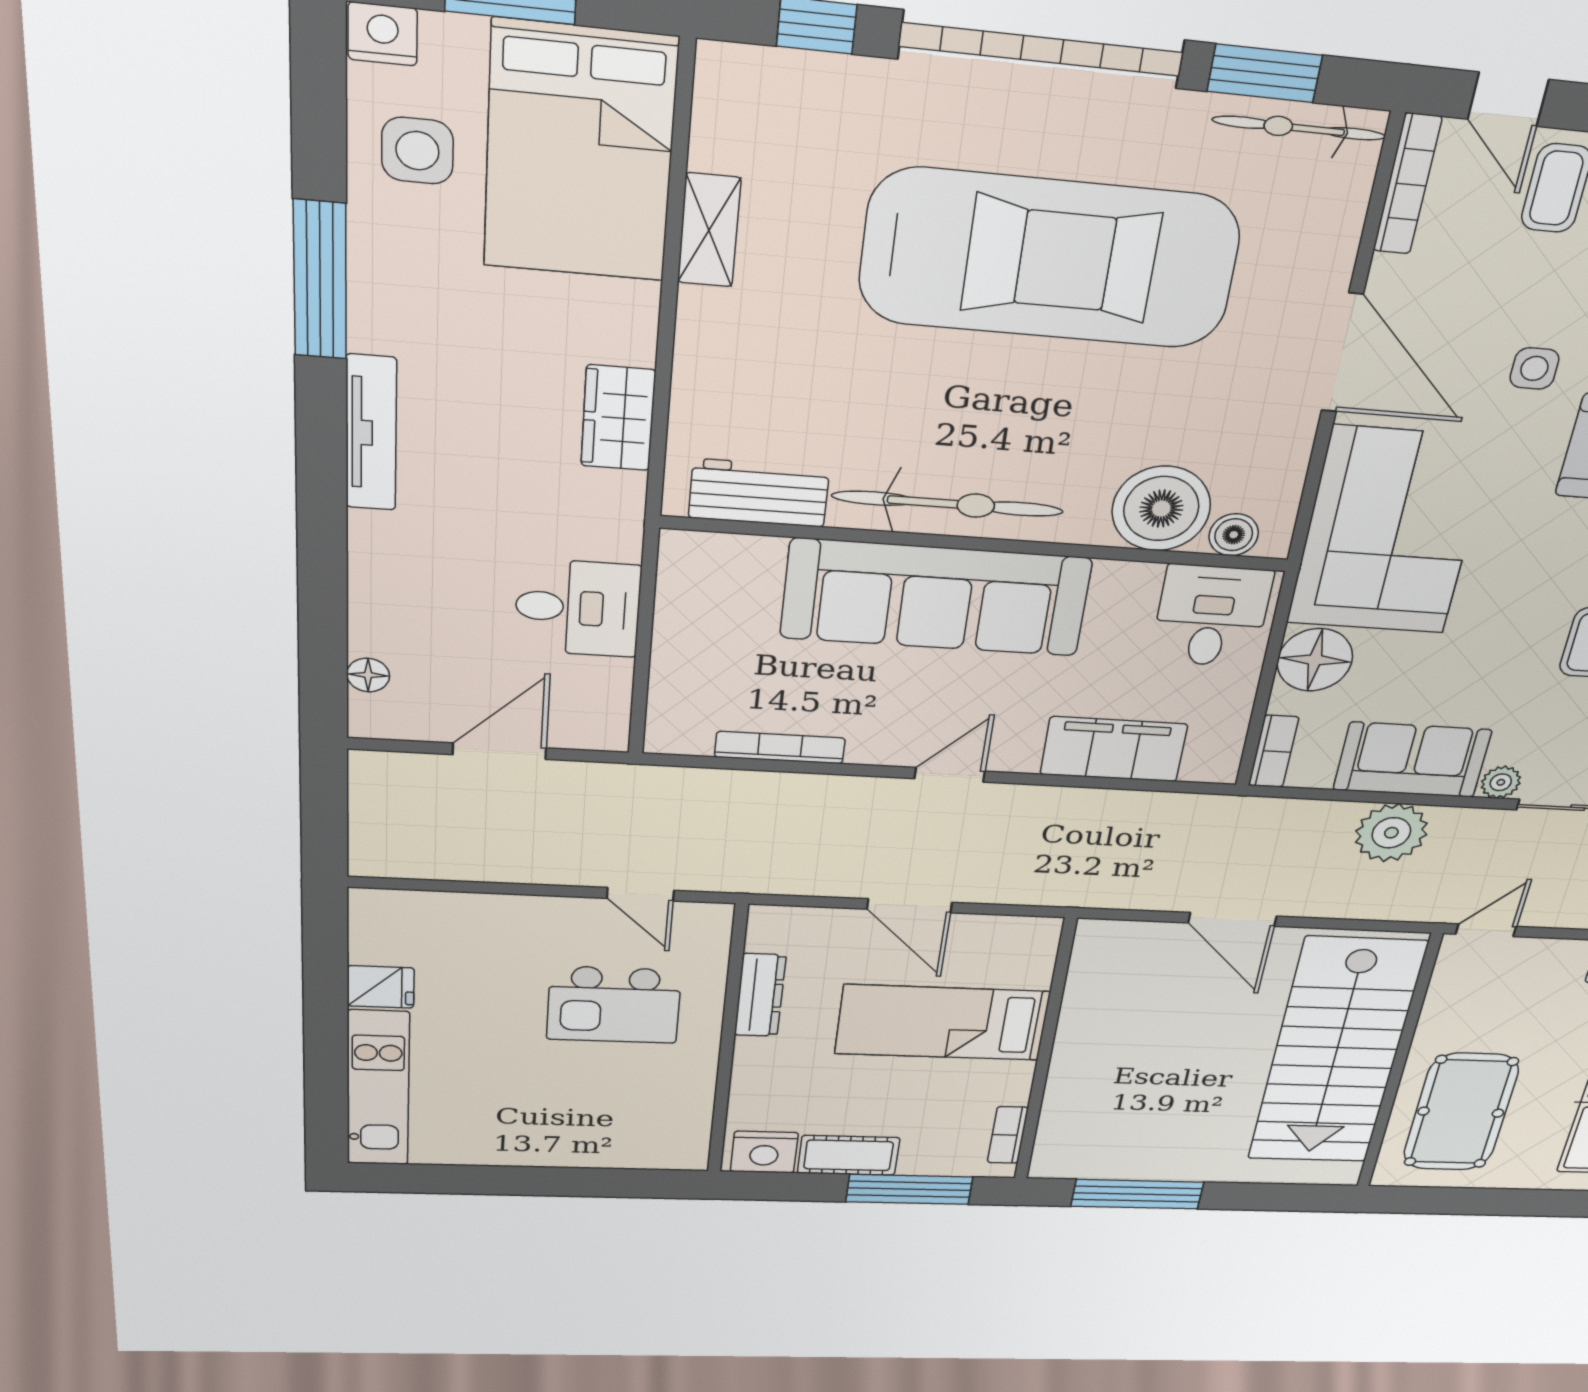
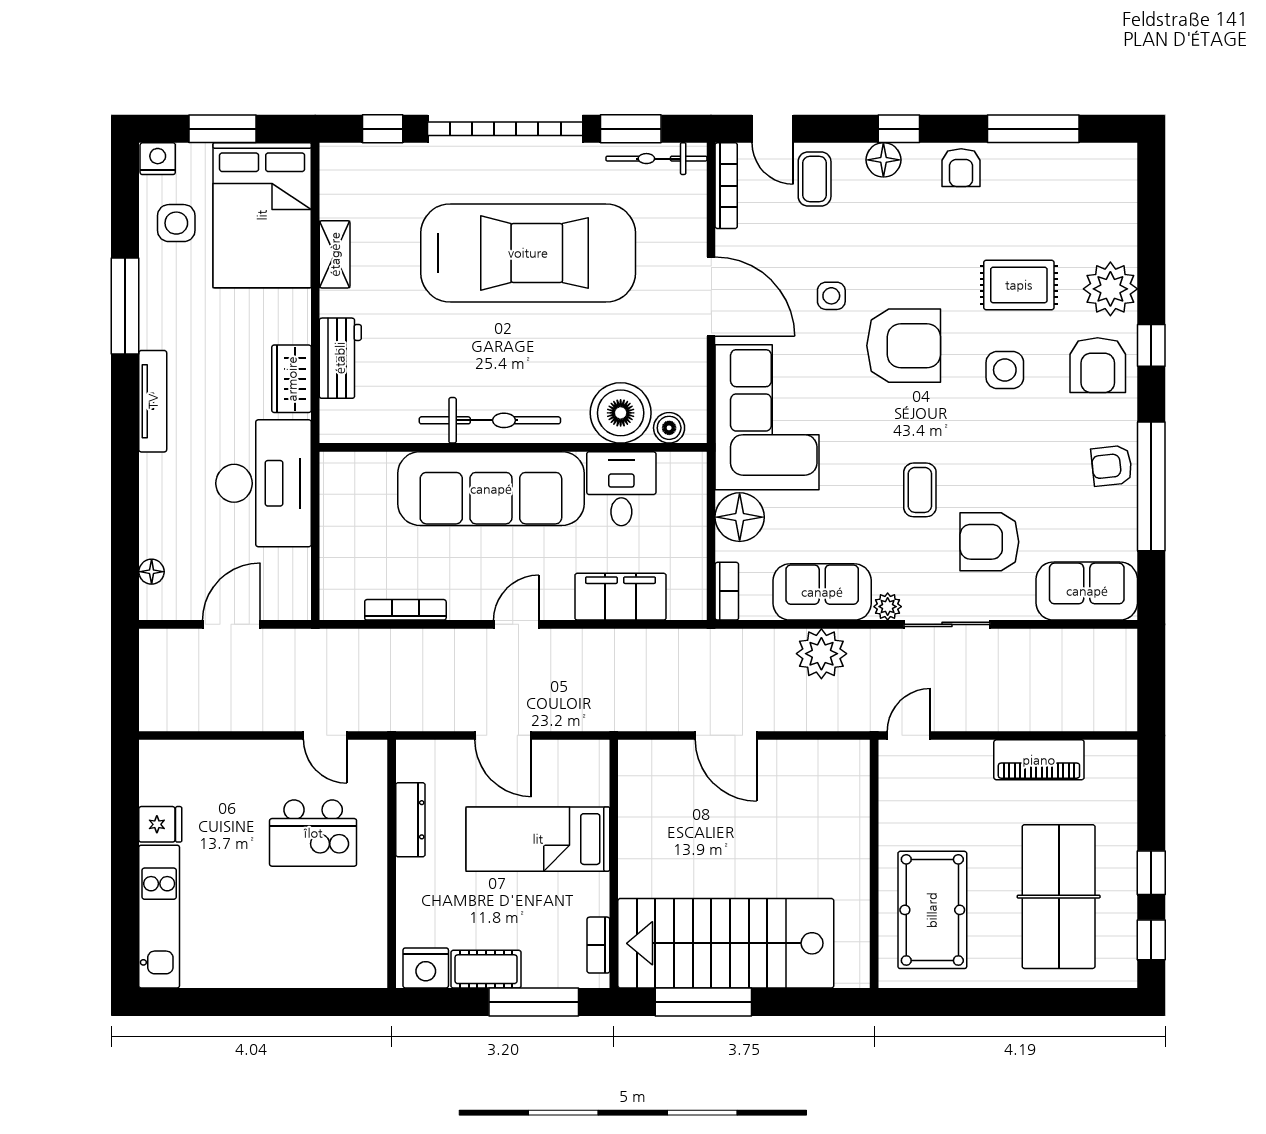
workbench: (759, 493) -> (340, 358), moved, turned 90
desk: (578, 608) -> (264, 483), width x1.87, depth x1.30
desk: (1211, 616) -> (621, 489), moved
stairs: (1336, 1052) -> (726, 943), moved, turned 90

